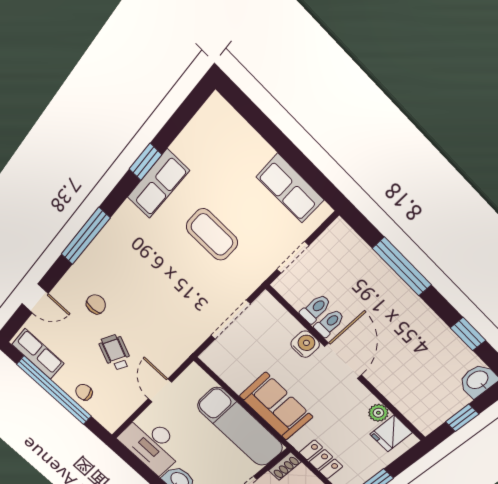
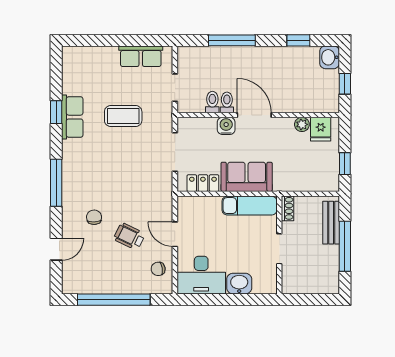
row of seats: (38, 354) -> (85, 284), removed
chair: (84, 392) -> (158, 269), moved
exam couch: (240, 427) -> (250, 206), width x0.73, depth x0.69
locker: (321, 459) -> (203, 183), moved

